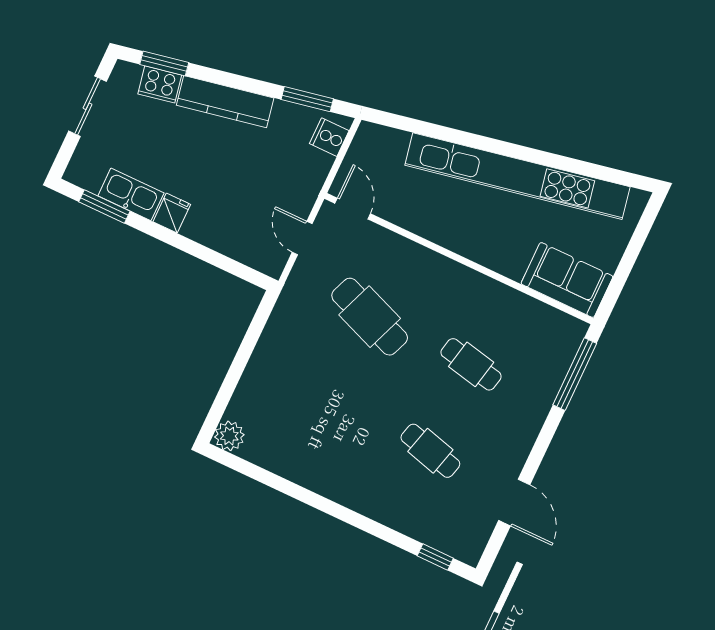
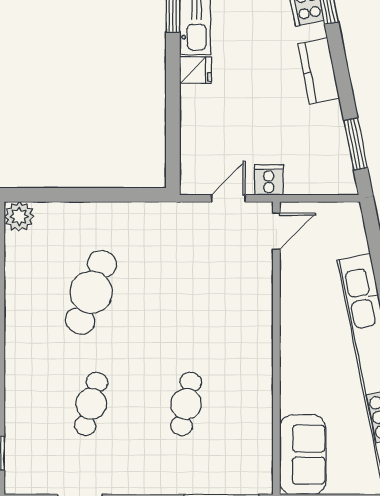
kitchen counter: (225, 102) -> (319, 71), width x0.67
cooker: (329, 137) -> (269, 180), moved
cafe table: (370, 317) -> (91, 292), moved

